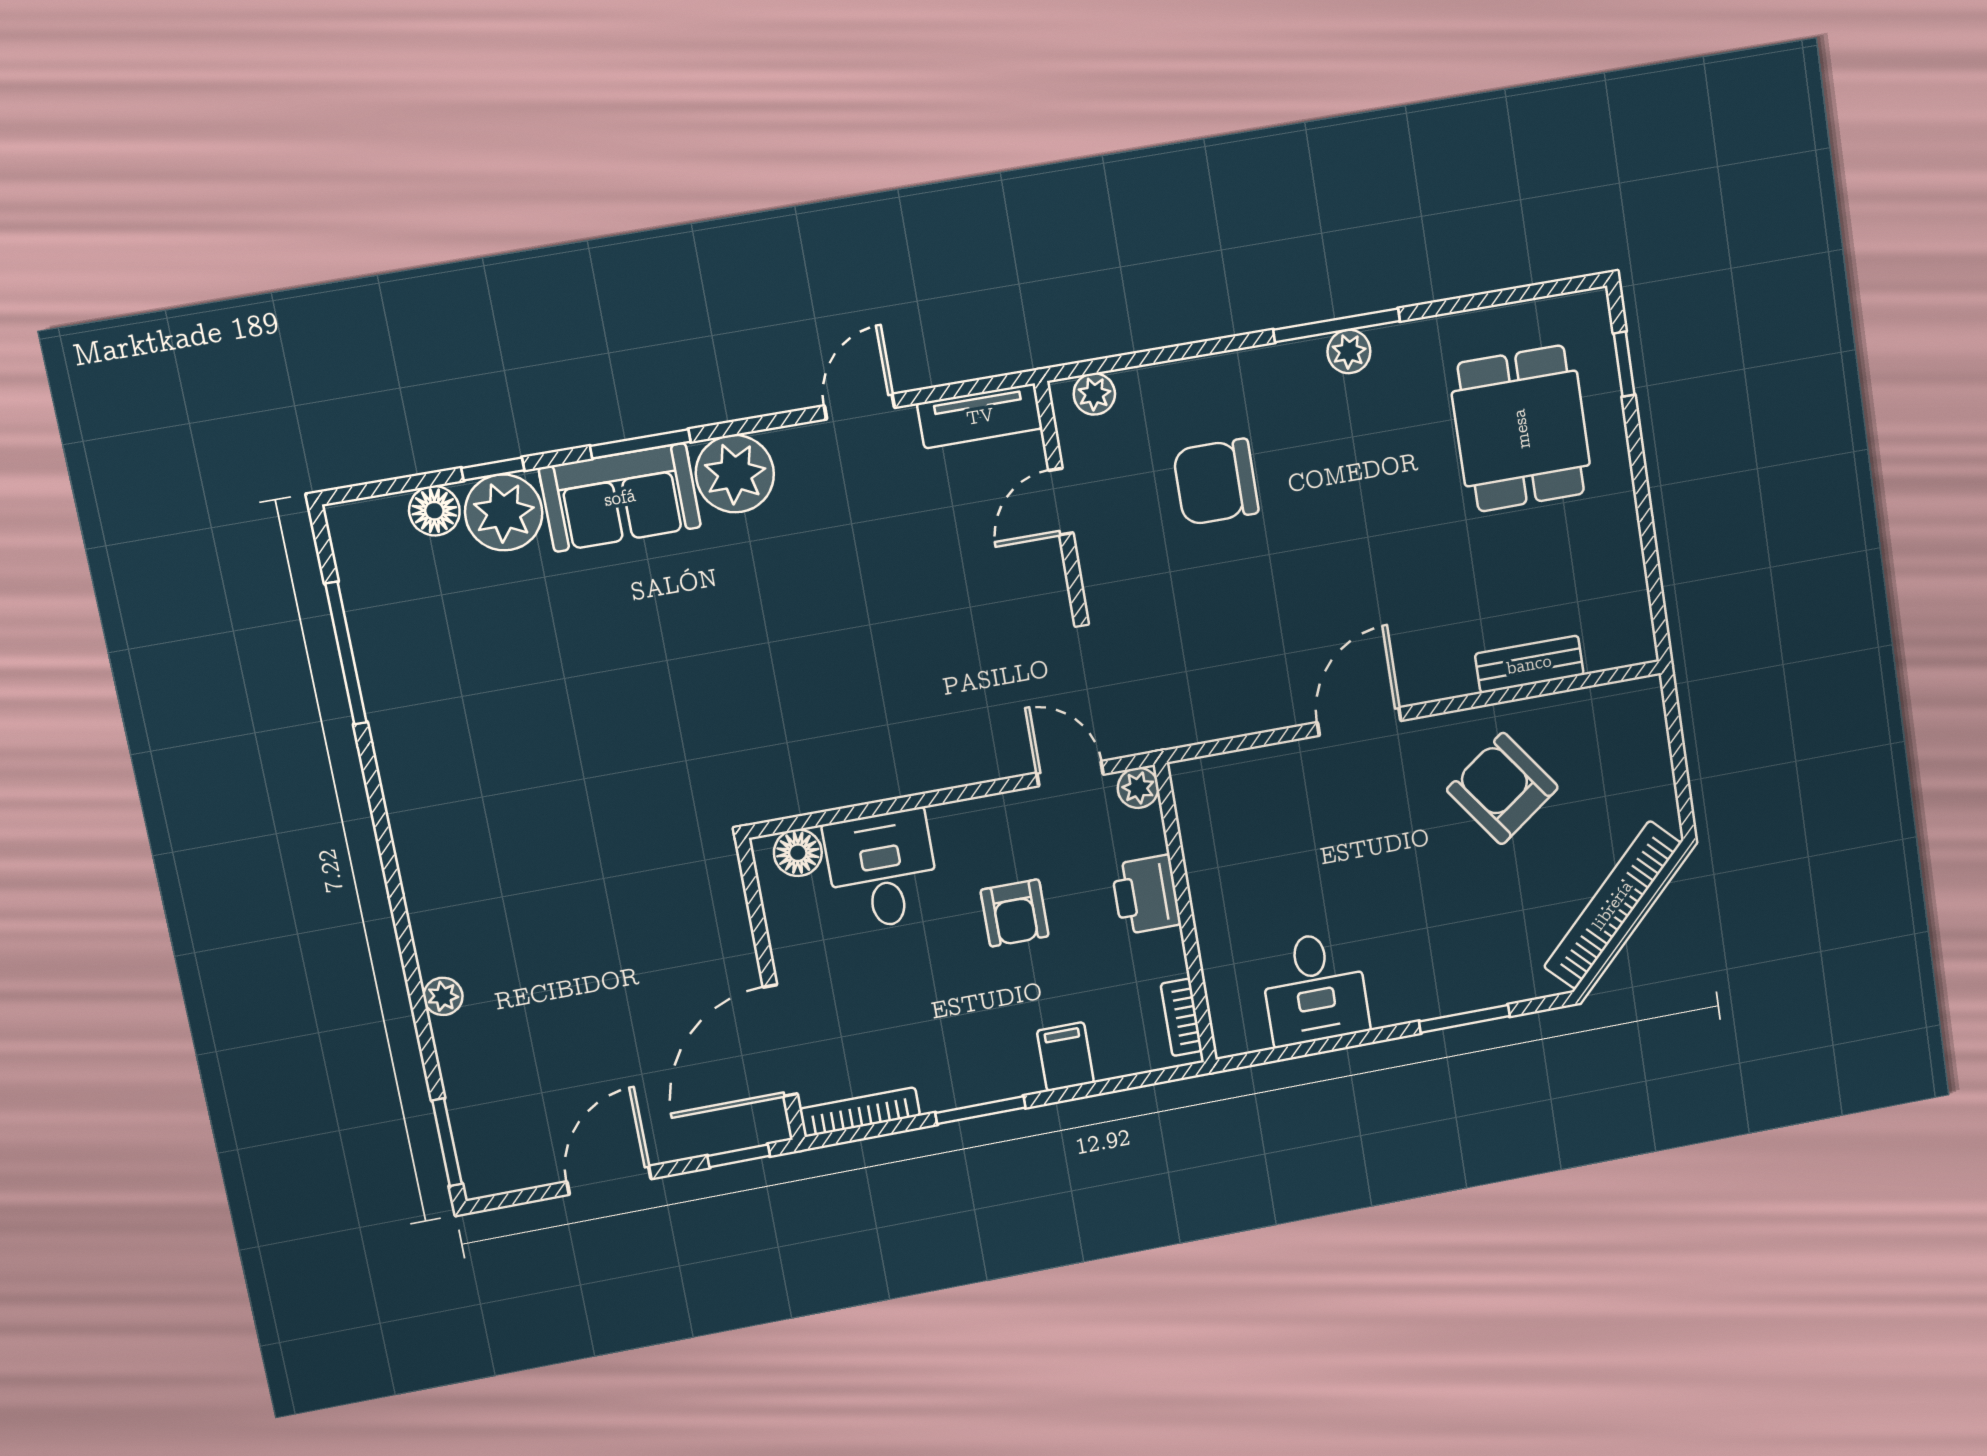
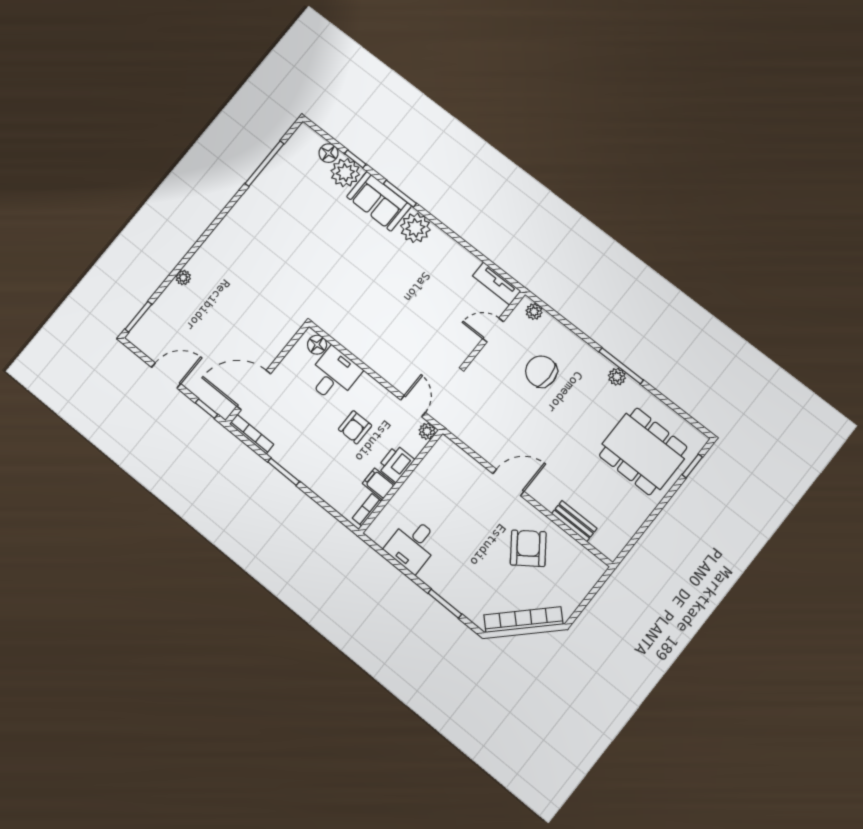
door: (859, 407) -> (468, 246), removed
dining table: (1521, 429) -> (643, 451), width x1.38
filing cabinet: (1066, 1057) -> (379, 484), moved, turned -90

